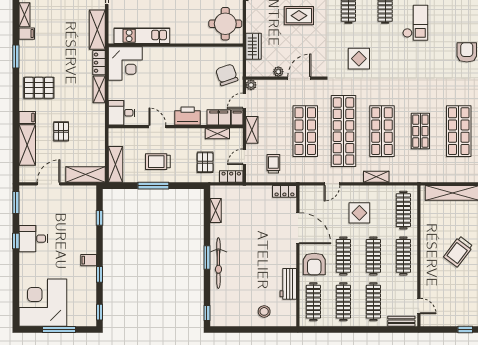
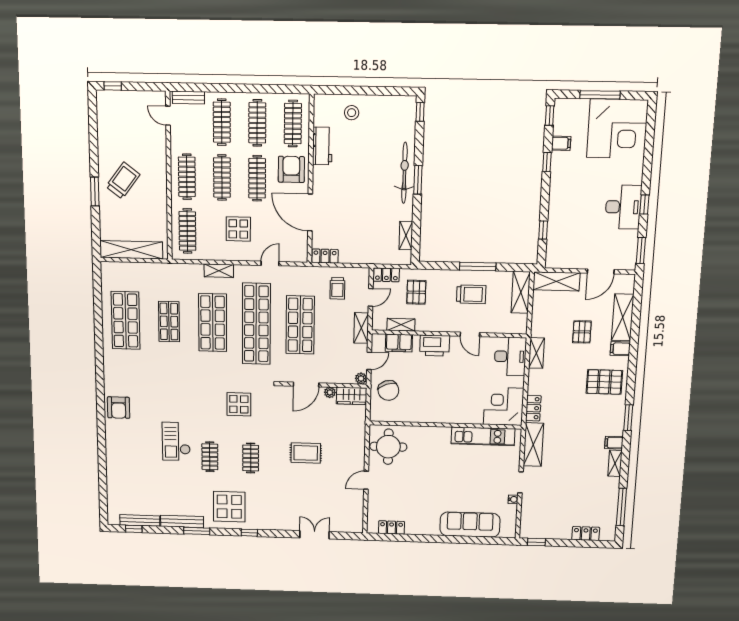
wardrobe: (253, 46) -> (352, 396), moved, turned -90
shelving: (99, 89) -> (536, 353), moved
desk: (122, 113) -> (510, 356), width x1.37
filing cabinet: (237, 117) -> (378, 342), removed
desk: (33, 239) -> (623, 207), width x1.37
filing cabinet: (89, 260) -> (561, 143), moved

